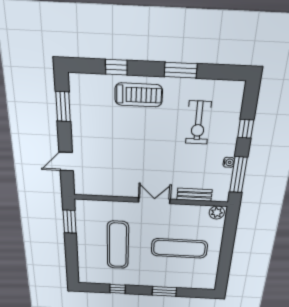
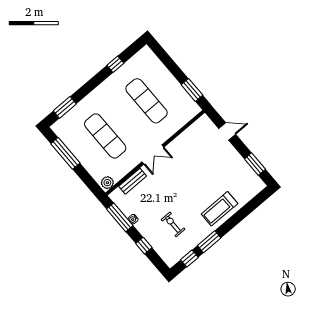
window: (116, 67) -> (189, 259), moved
exercise bike: (198, 123) -> (173, 224), width x0.73, depth x0.72
door: (66, 161) -> (227, 131), hinge flipped
exercise mat: (179, 248) -> (105, 136), turned 90
window: (225, 263) -> (65, 153), added
window: (164, 291) -> (65, 107), moved

